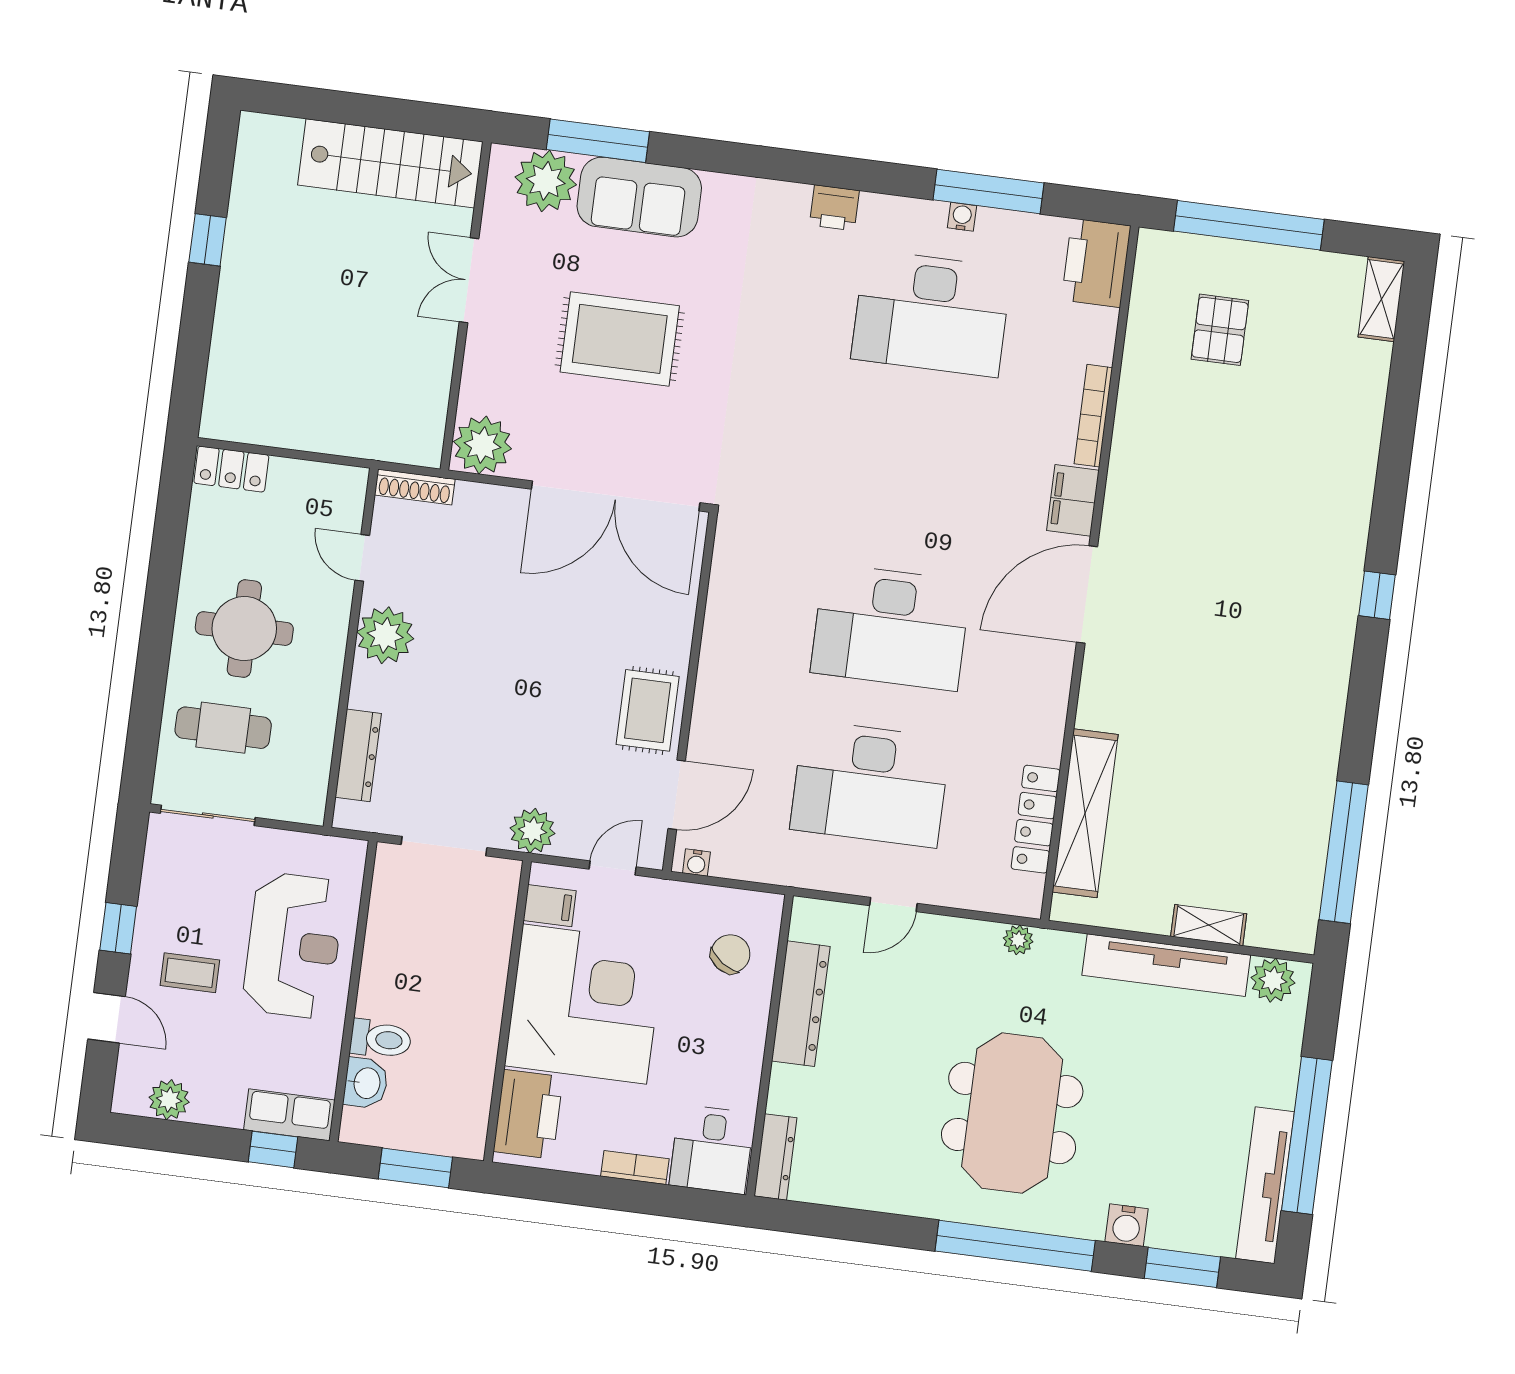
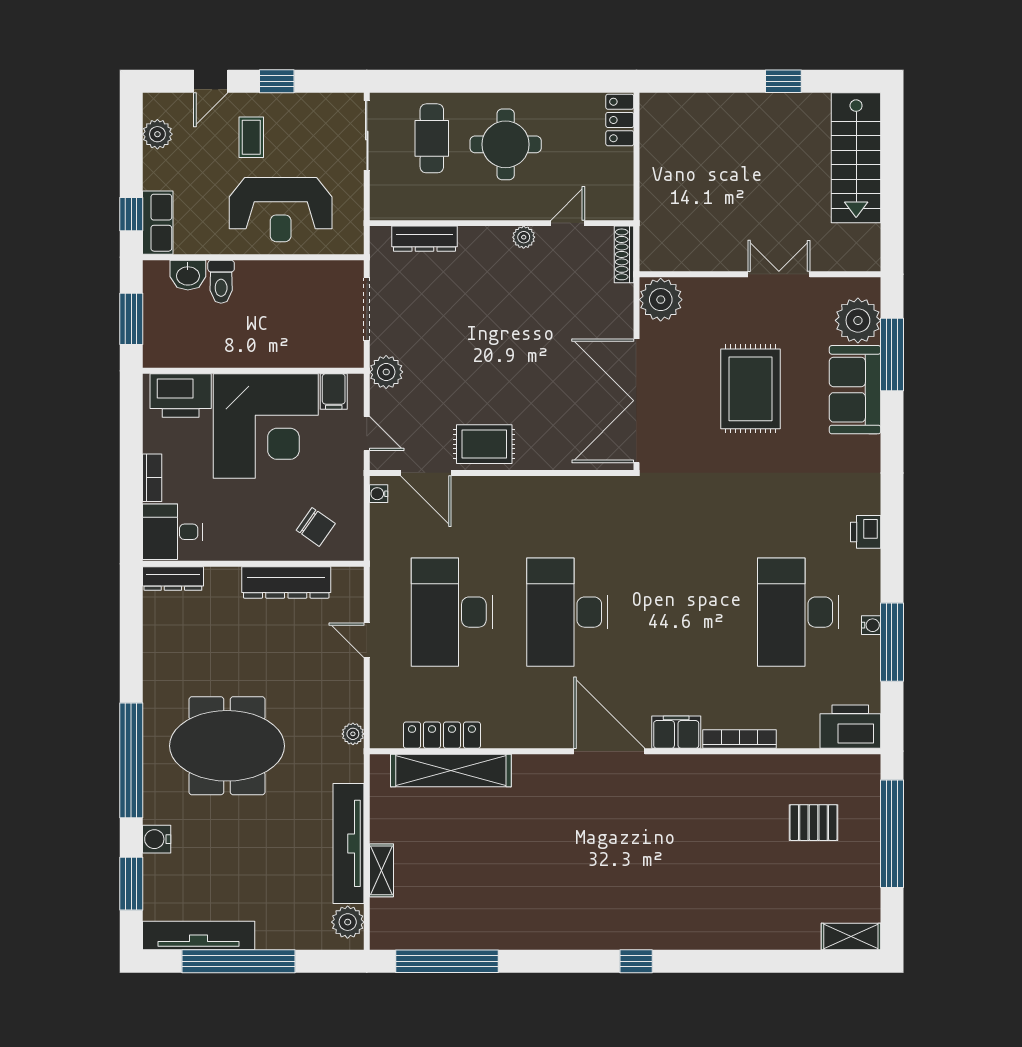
stairs: (390, 163) -> (856, 158), moved
plant: (385, 635) -> (524, 237), width x0.53, depth x0.53

